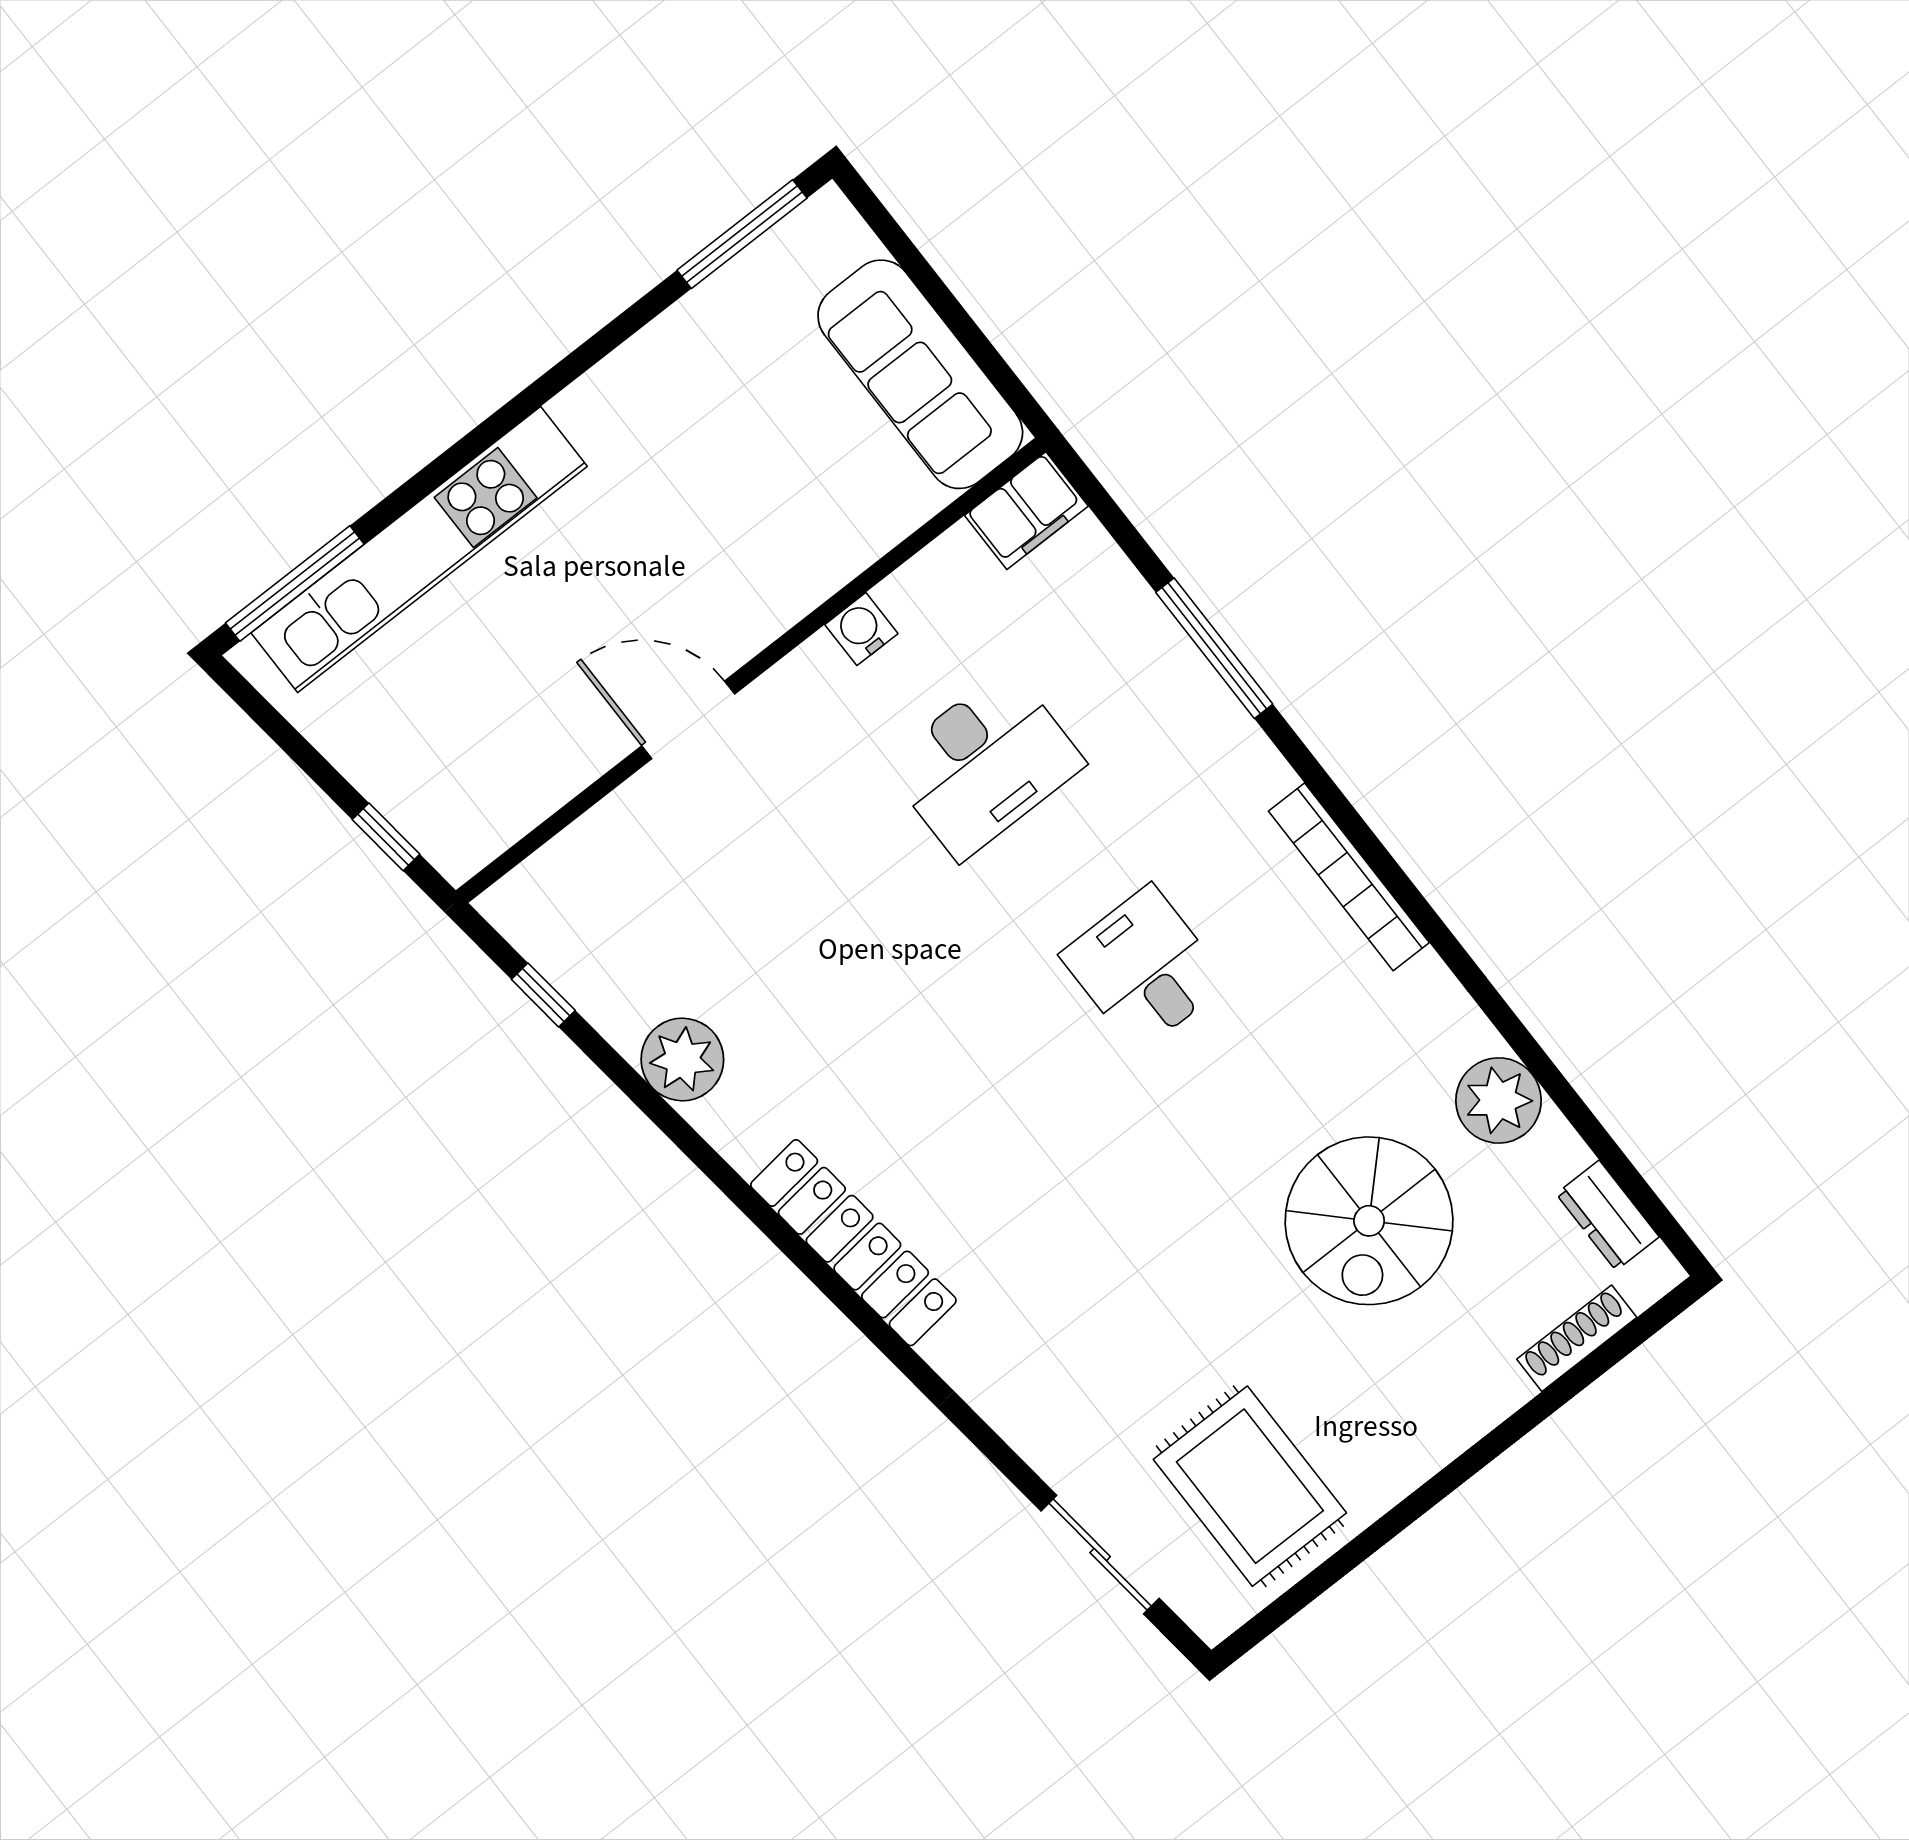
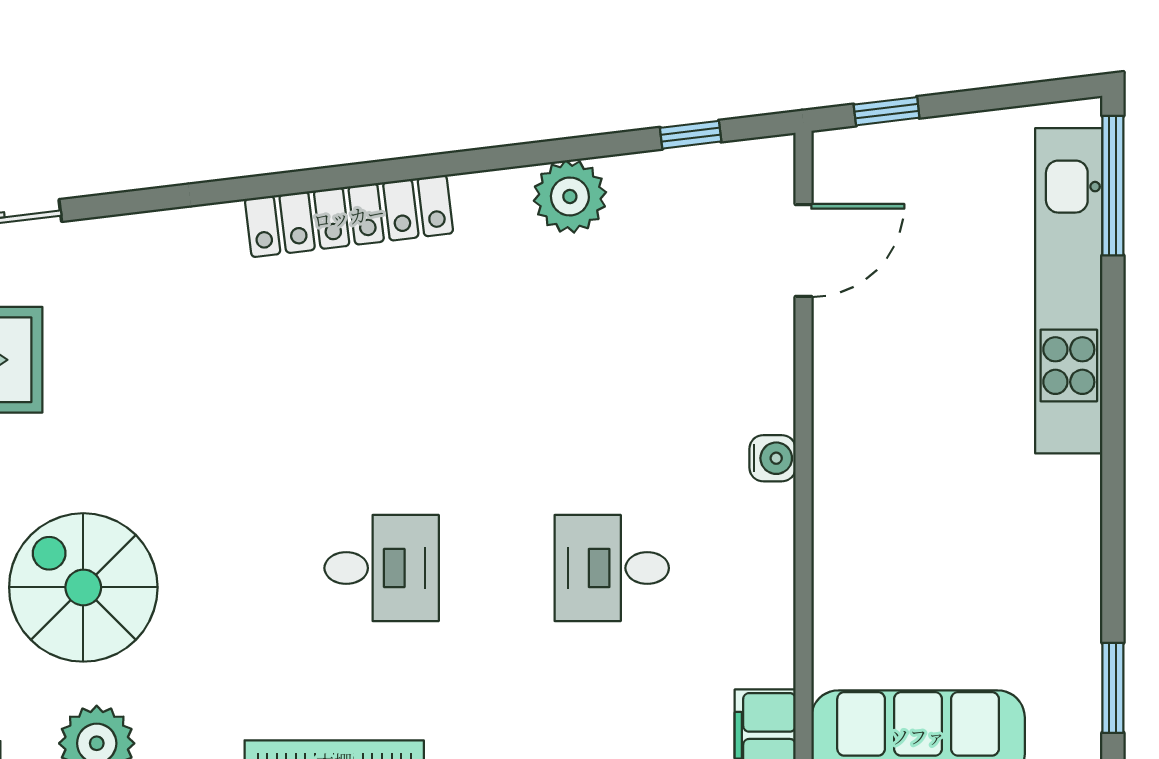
window: (742, 234) -> (1113, 688), width x0.69
water cooler: (861, 629) -> (773, 458), moved
door: (688, 720) -> (803, 250), moved
desk: (984, 764) -> (612, 568), width x0.73

